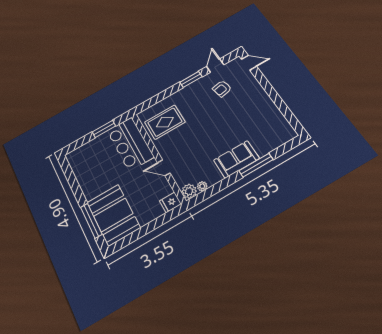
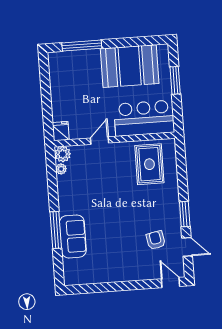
door: (249, 63) -> (171, 283), swing flipped
window: (104, 129) -> (175, 80), moved
sofa: (236, 159) -> (73, 236), moved
booth: (113, 215) -> (130, 66), moved

